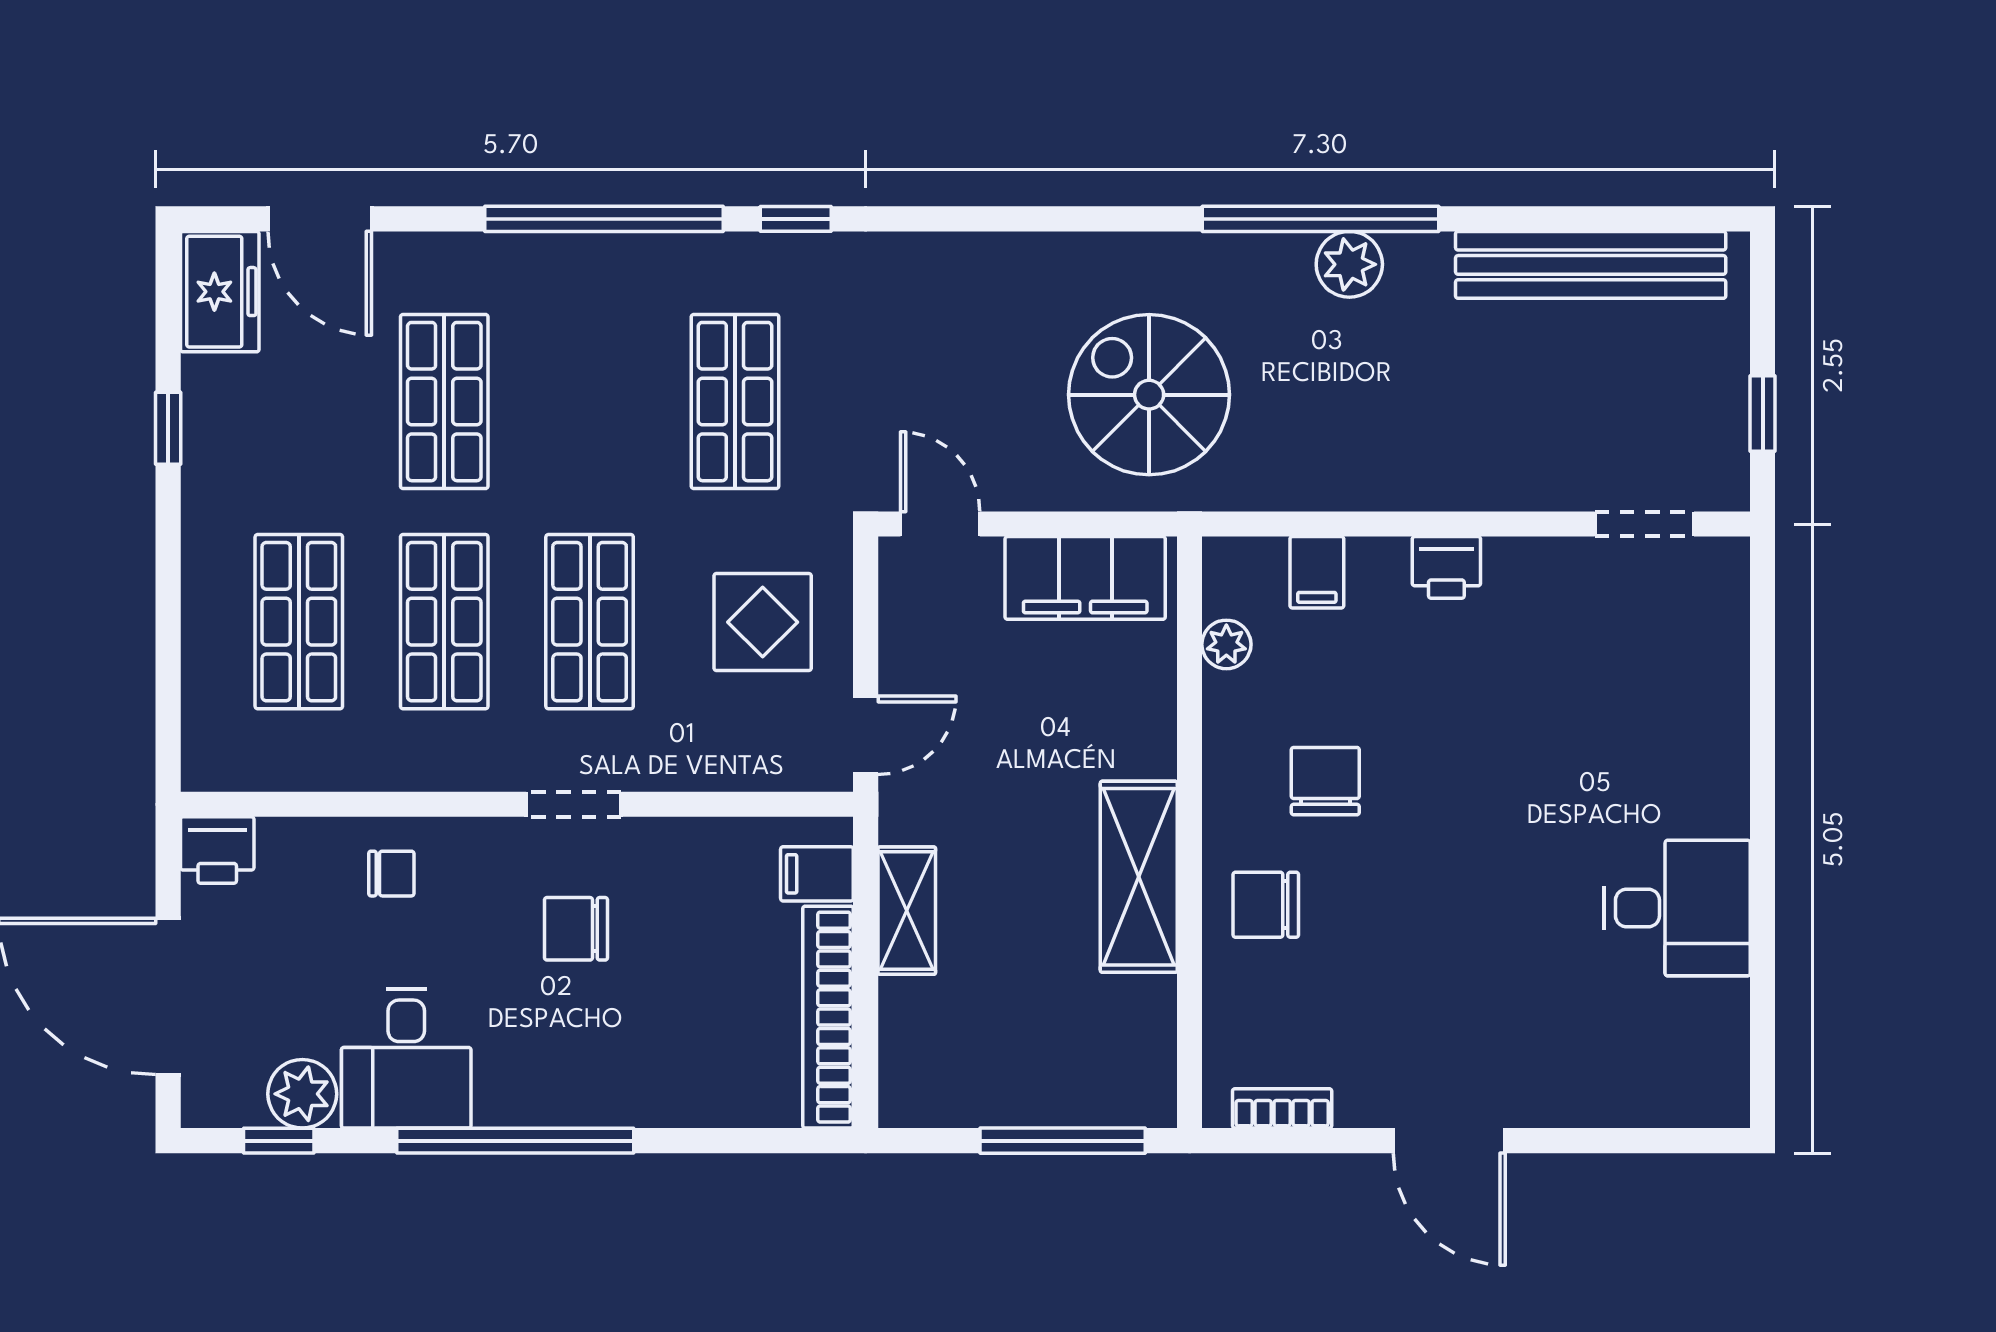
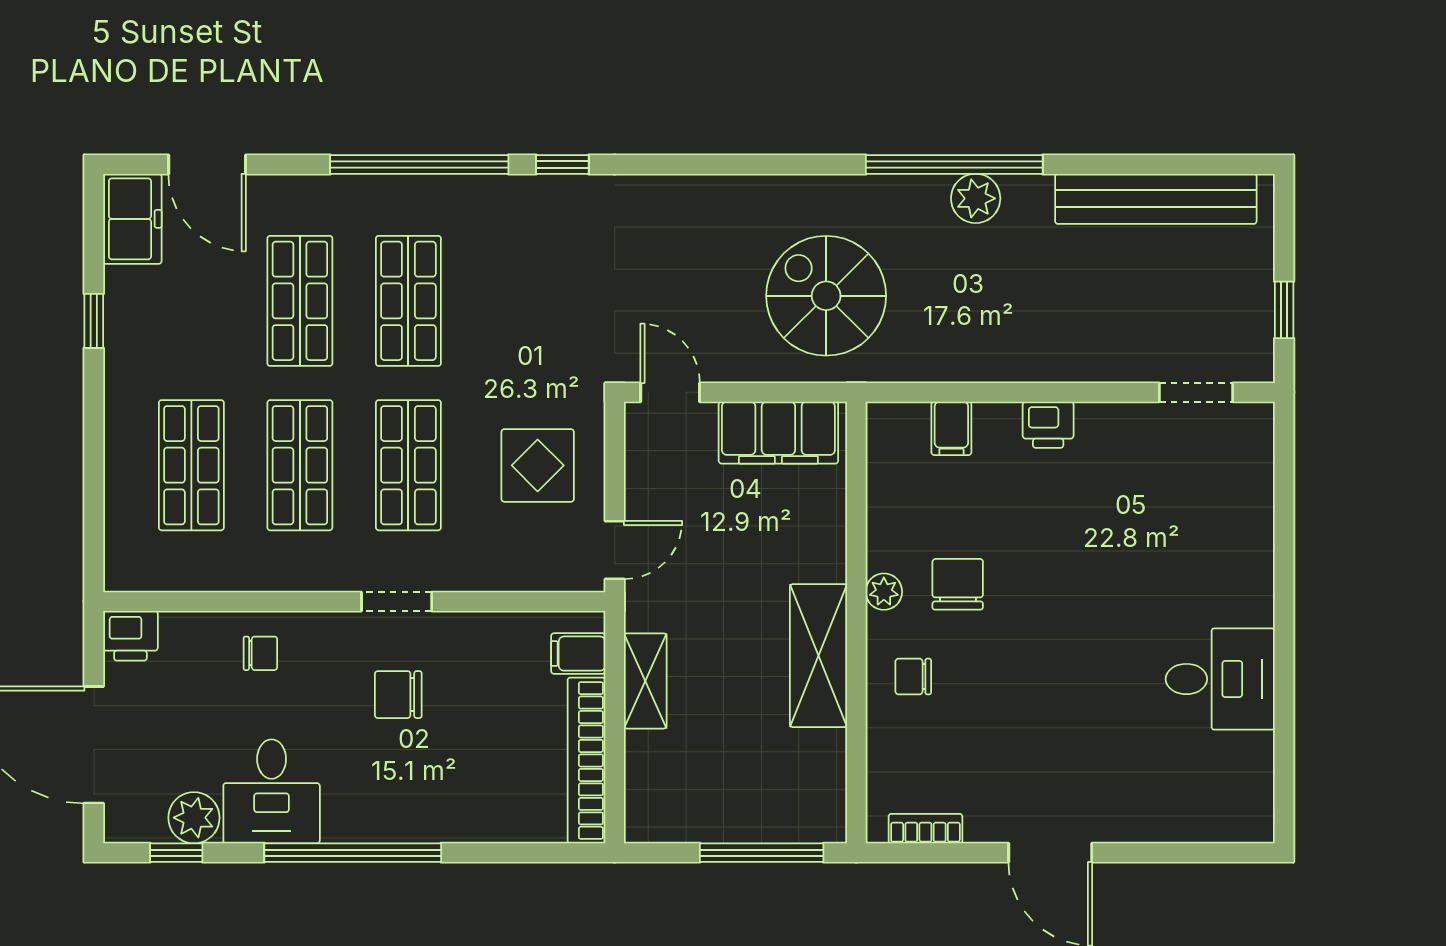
shop shelf: (735, 402) -> (408, 301), moved
plant: (1226, 644) -> (884, 592), moved
chair: (1266, 905) -> (913, 677), width x0.73, depth x0.73

